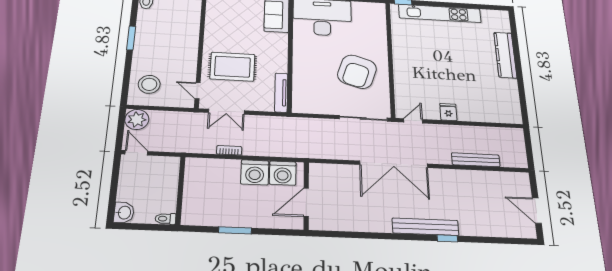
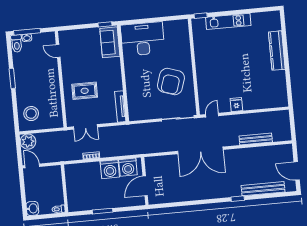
kitchen unit: (440, 13) -> (228, 21), width x0.73
rug: (232, 67) -> (85, 91), width x0.73, depth x0.70
door: (198, 91) -> (58, 51), moved
bench: (425, 227) -> (263, 189), moved

